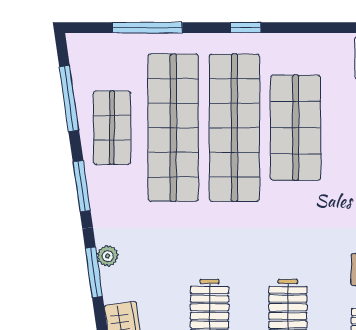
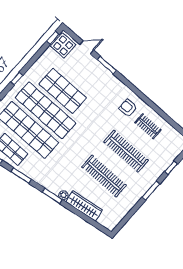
plant: (108, 256) -> (63, 195), moved

